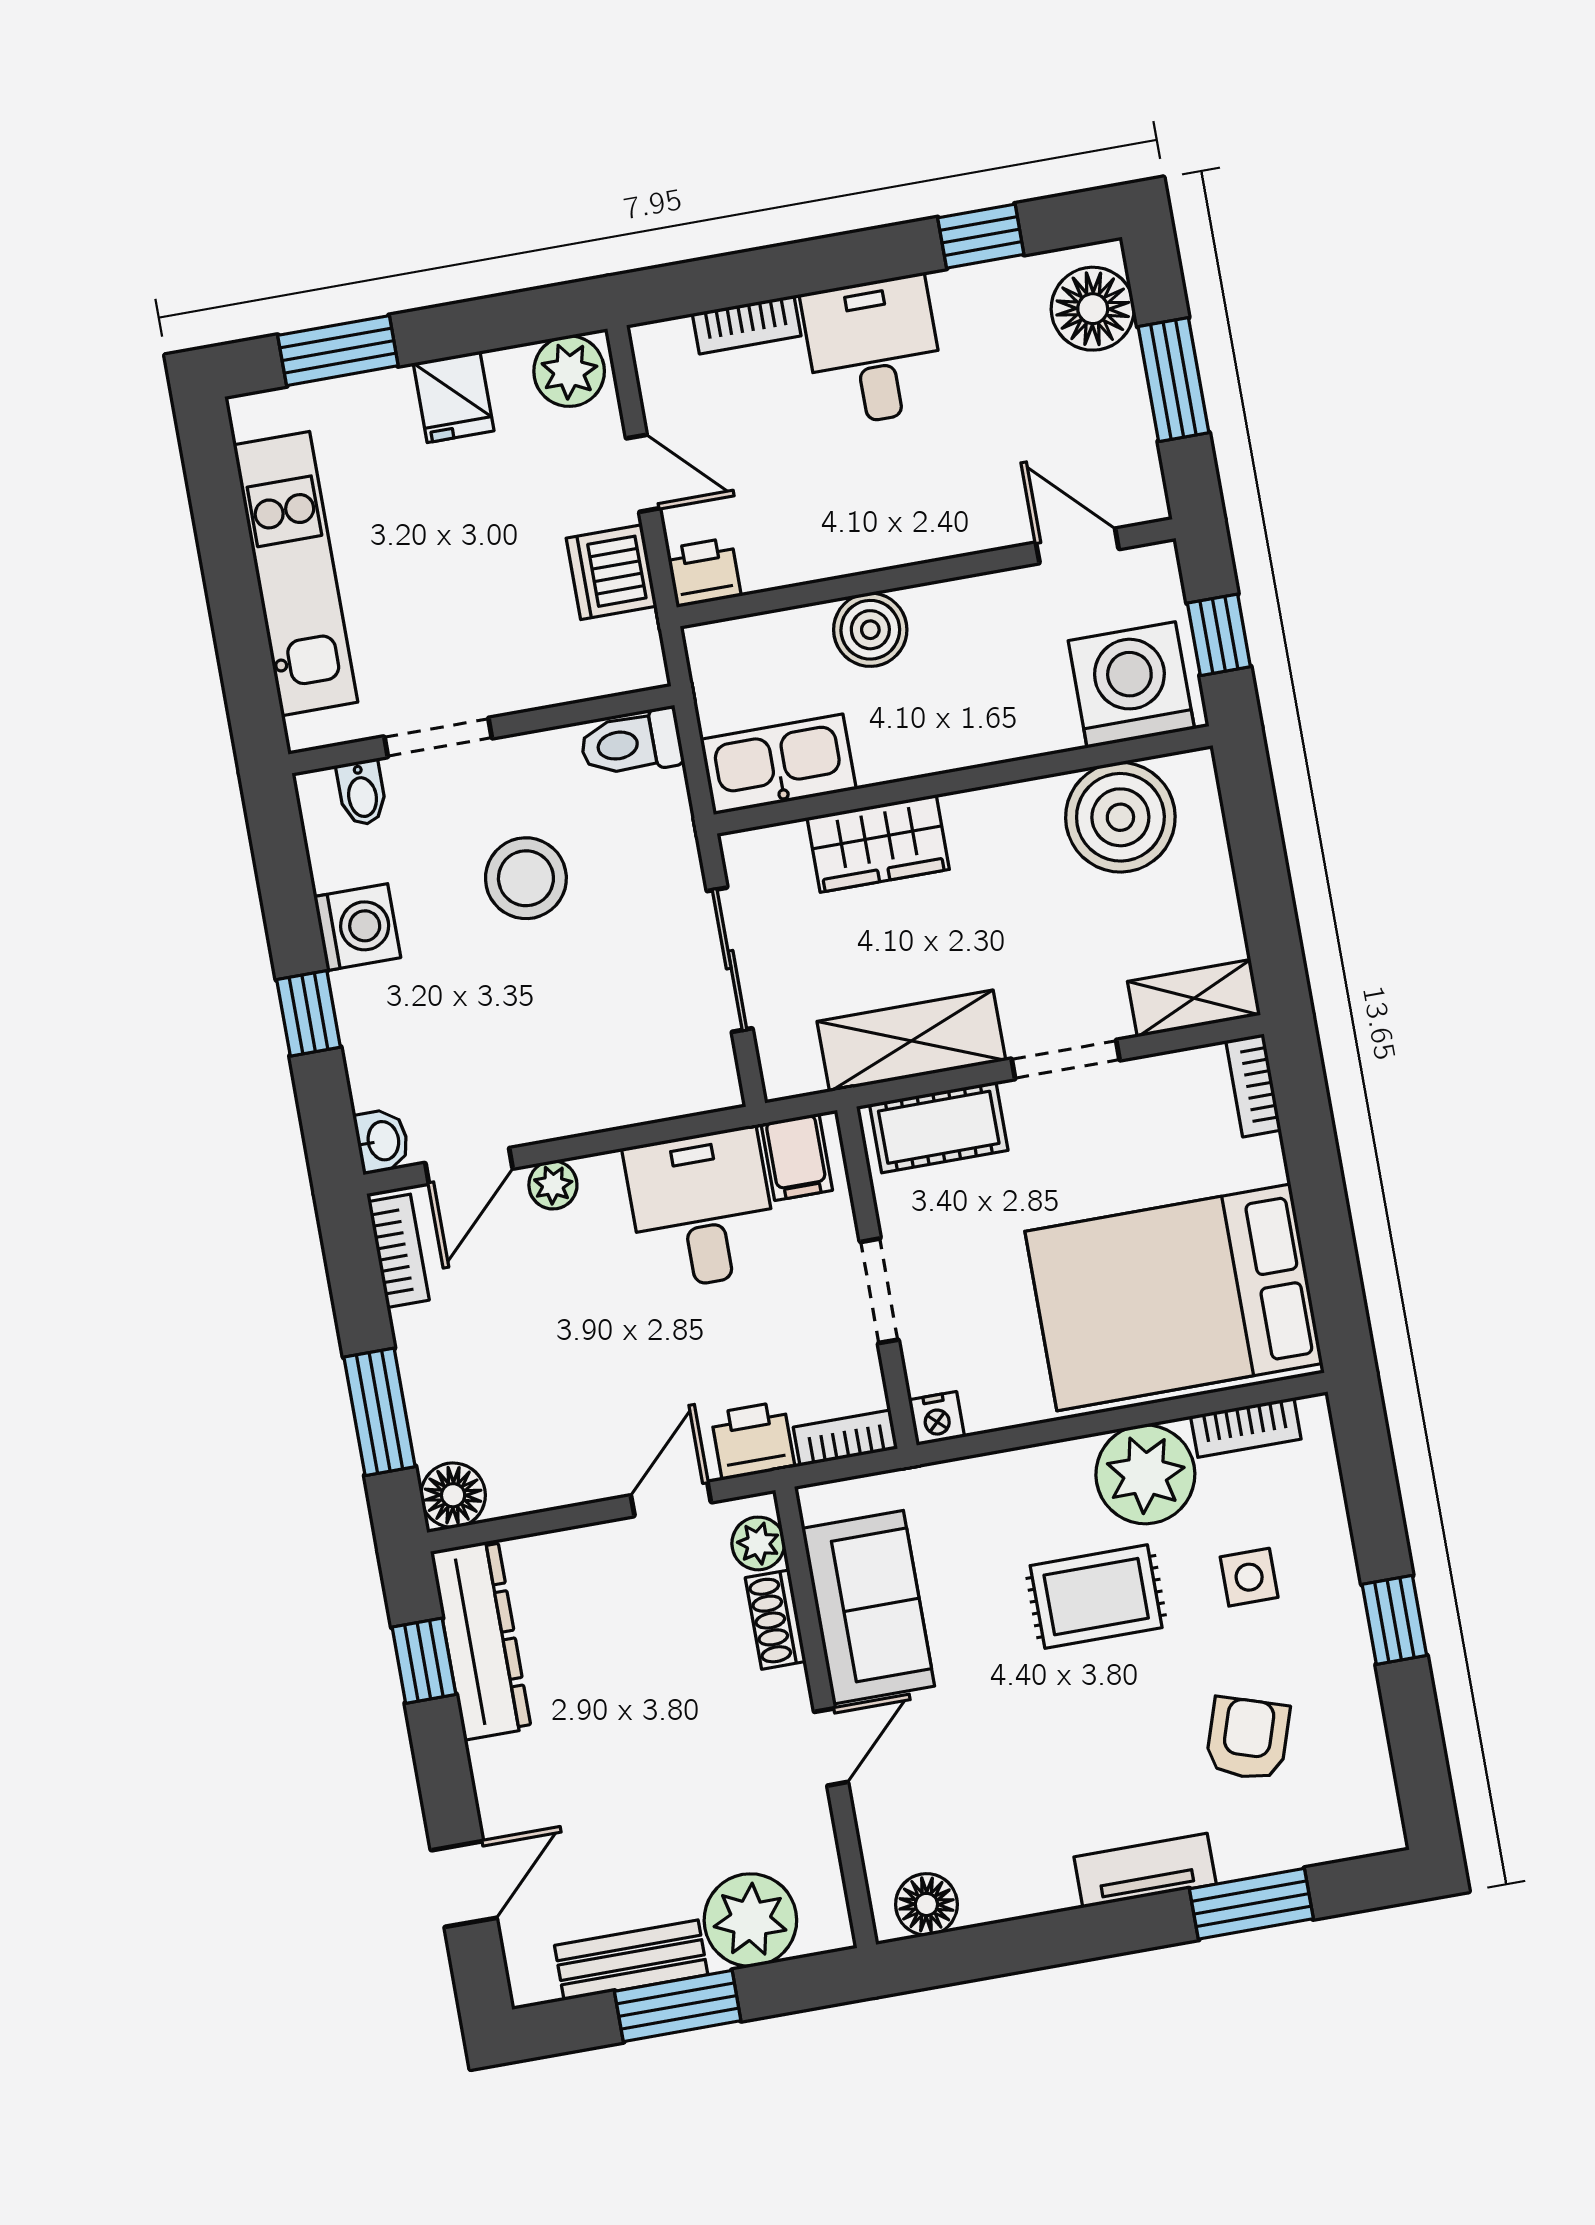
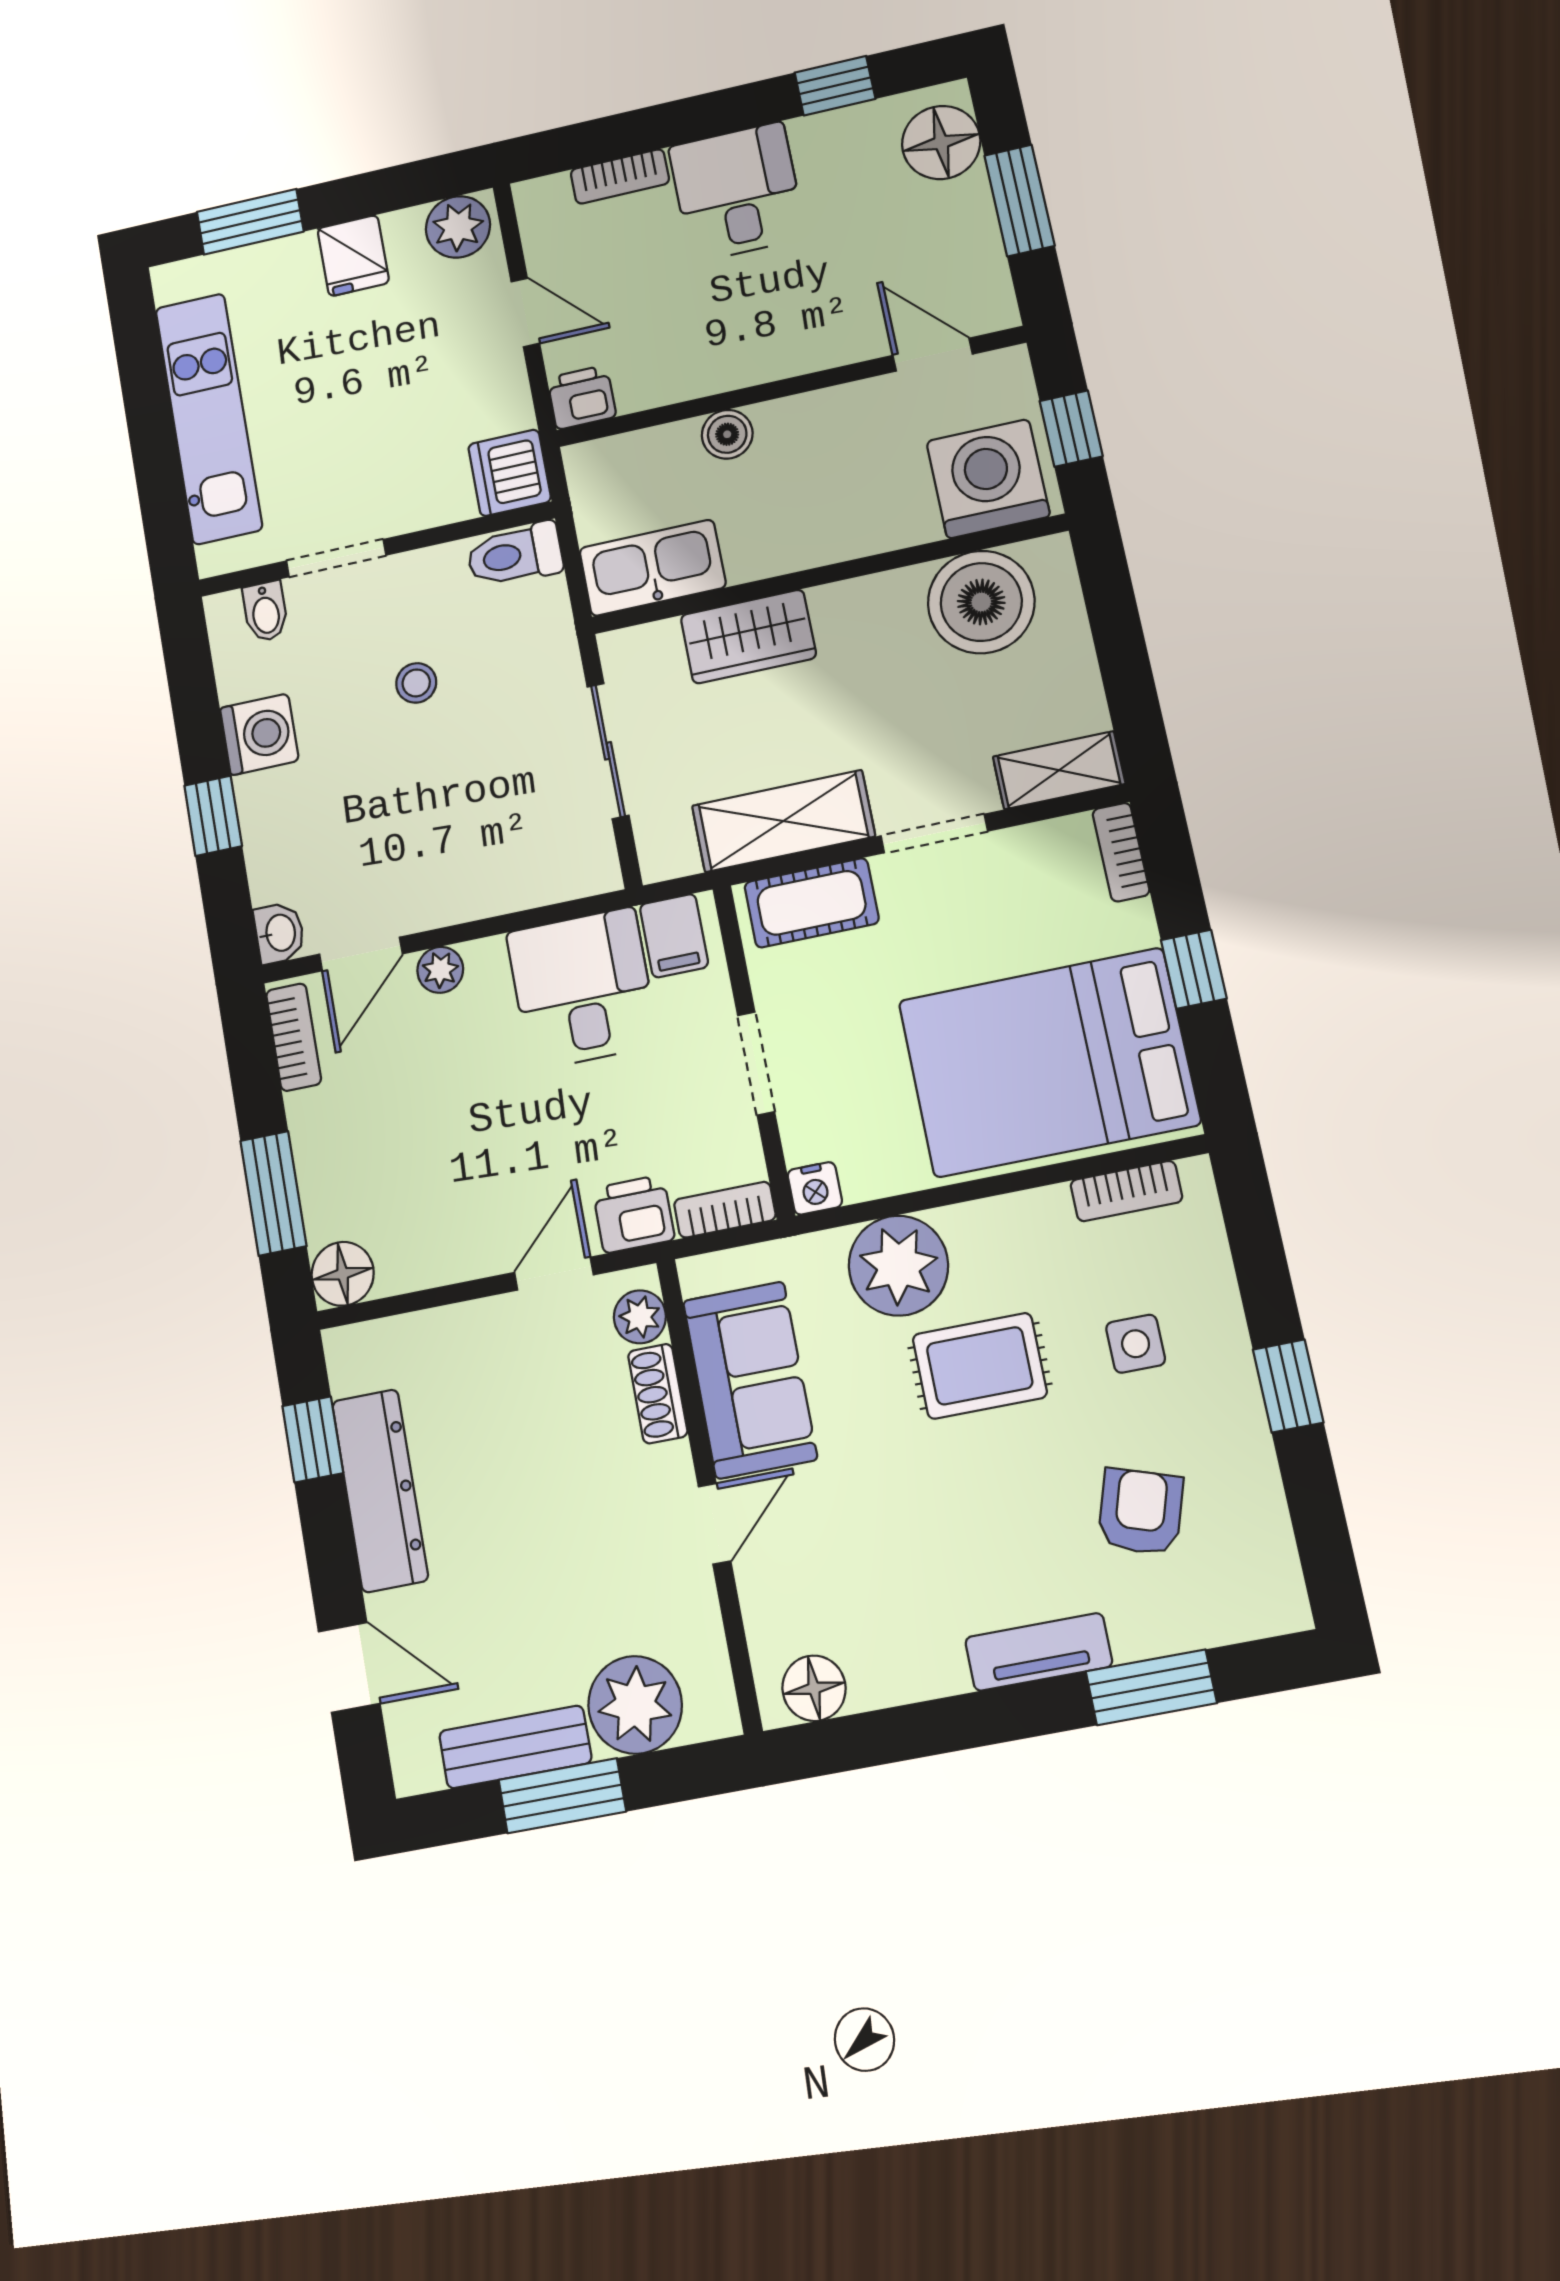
dishwasher: (612, 572) -> (510, 473), moved
boiler: (870, 630) -> (727, 434), width x0.73, depth x0.73
stool: (526, 878) -> (416, 683), width x0.53, depth x0.53
window: (1321, 1207) -> (1194, 969), added
plant: (1145, 1474) -> (898, 1266), moved
dresser: (481, 1640) -> (380, 1490), moved
door: (464, 1884) -> (349, 1667), hinge flipped

